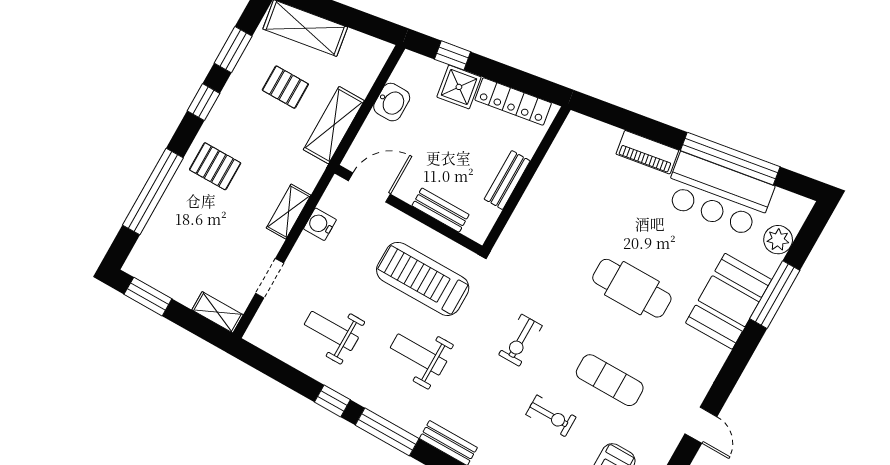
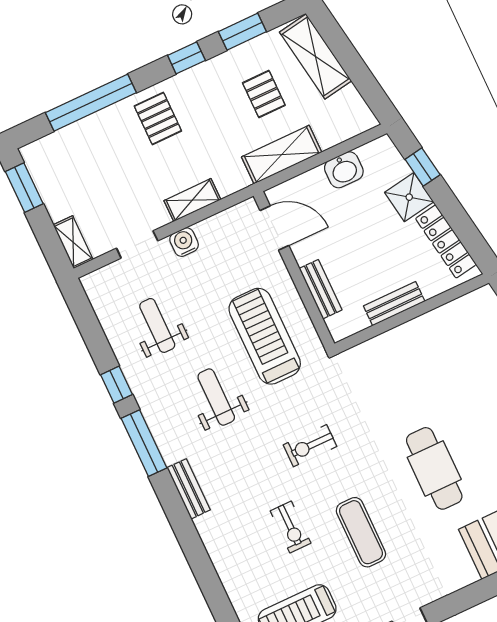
water cooler: (320, 224) -> (184, 242), moved

